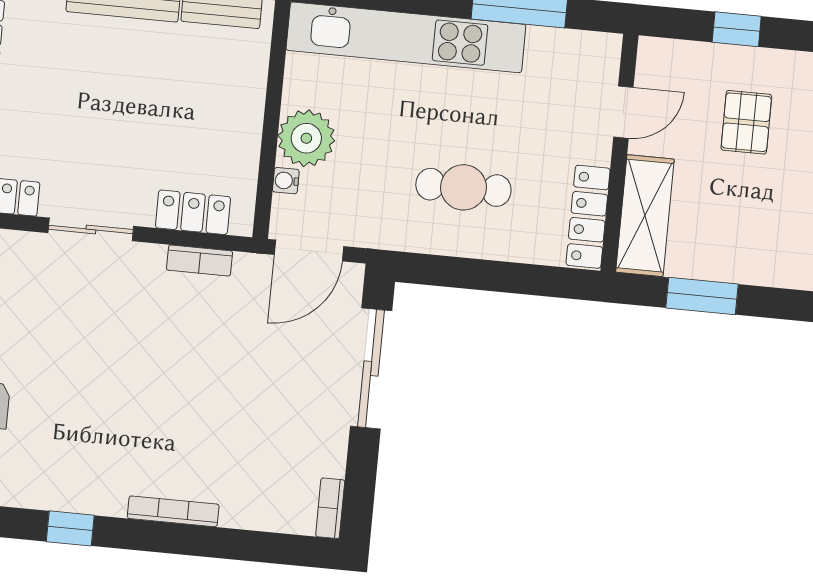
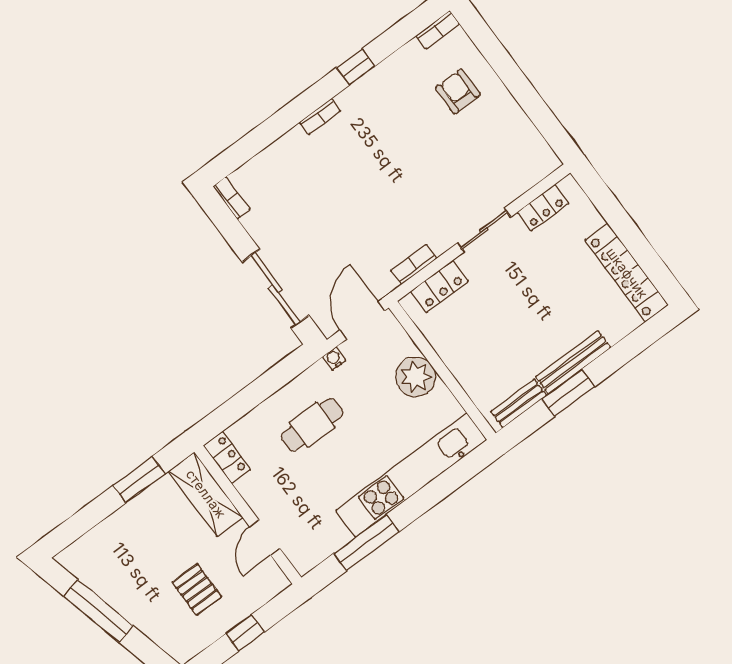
water cooler: (286, 181) -> (334, 359), moved, turned -90
locker: (588, 217) -> (227, 457), width x0.66
bookcase: (173, 511) -> (320, 117), width x0.64

